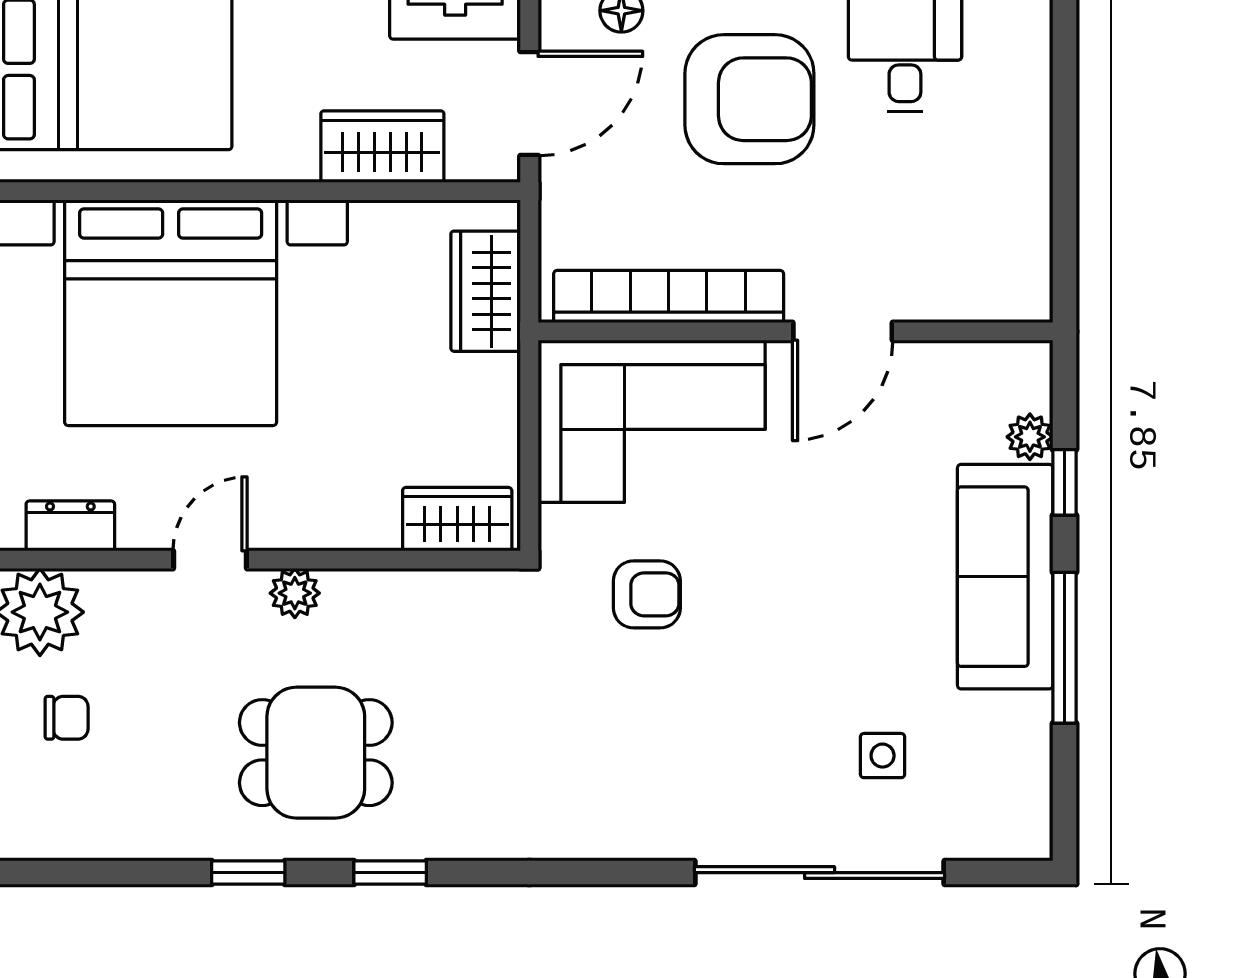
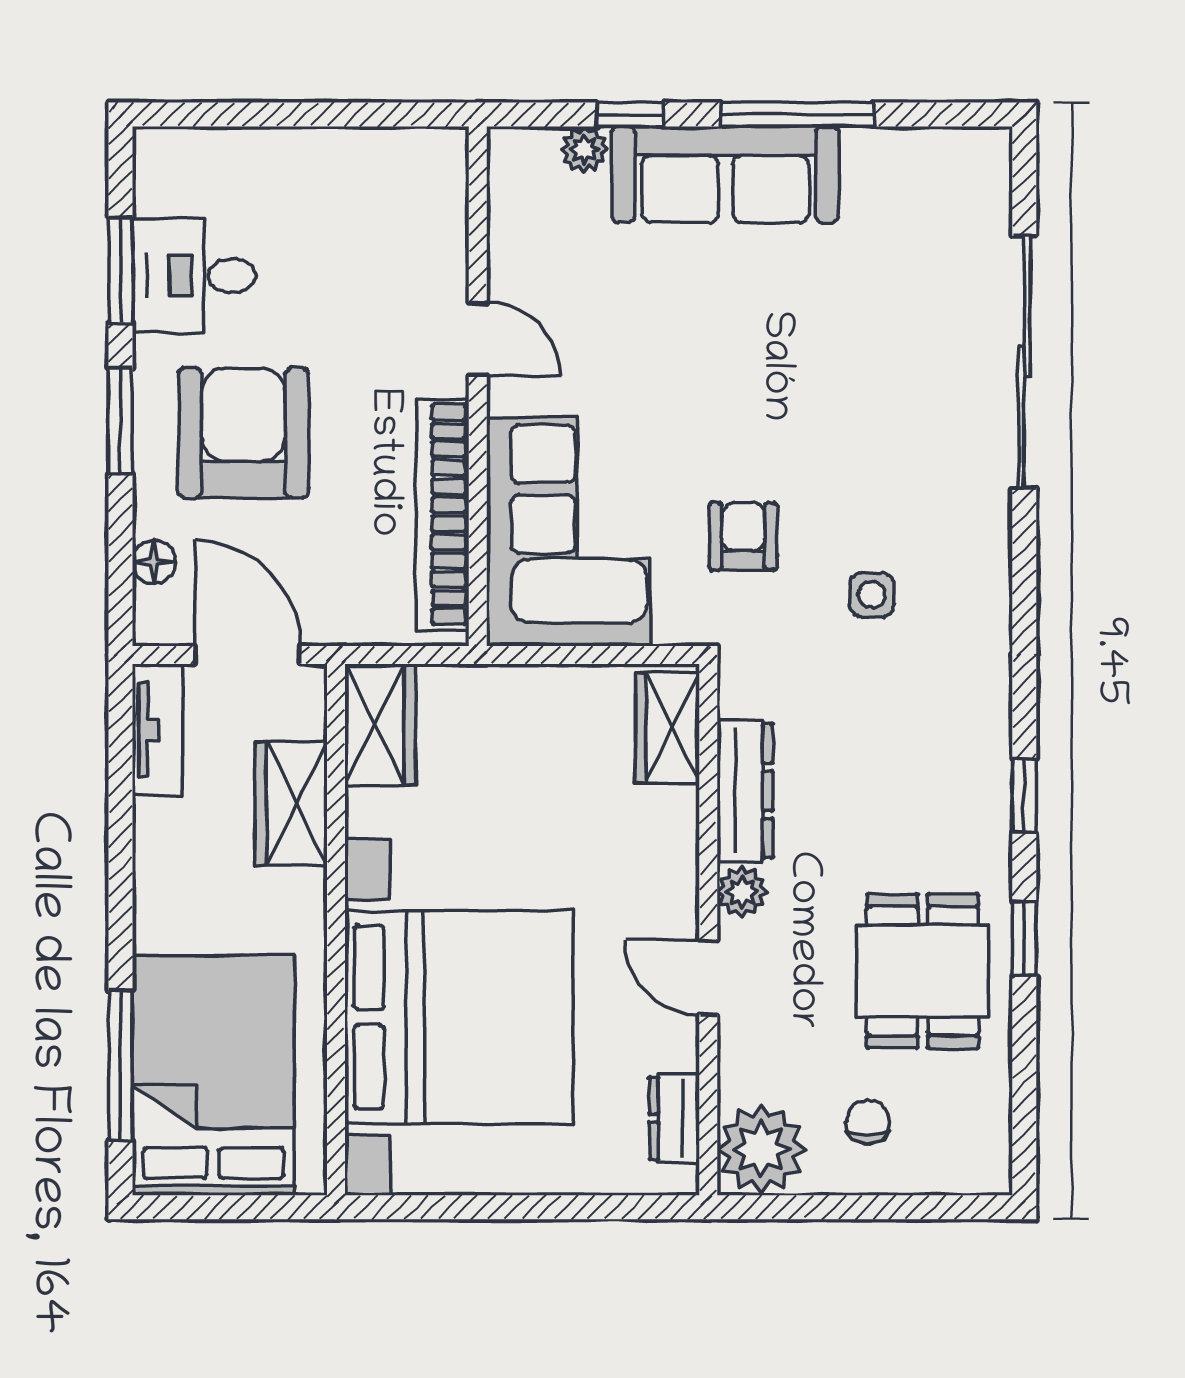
wardrobe: (486, 291) -> (380, 725), moved, turned -90
door: (843, 331) -> (478, 339), width x0.73
dresser: (395, 596) -> (745, 791), added
dining table: (316, 753) -> (923, 971), moved
side table: (883, 756) -> (872, 595), moved

